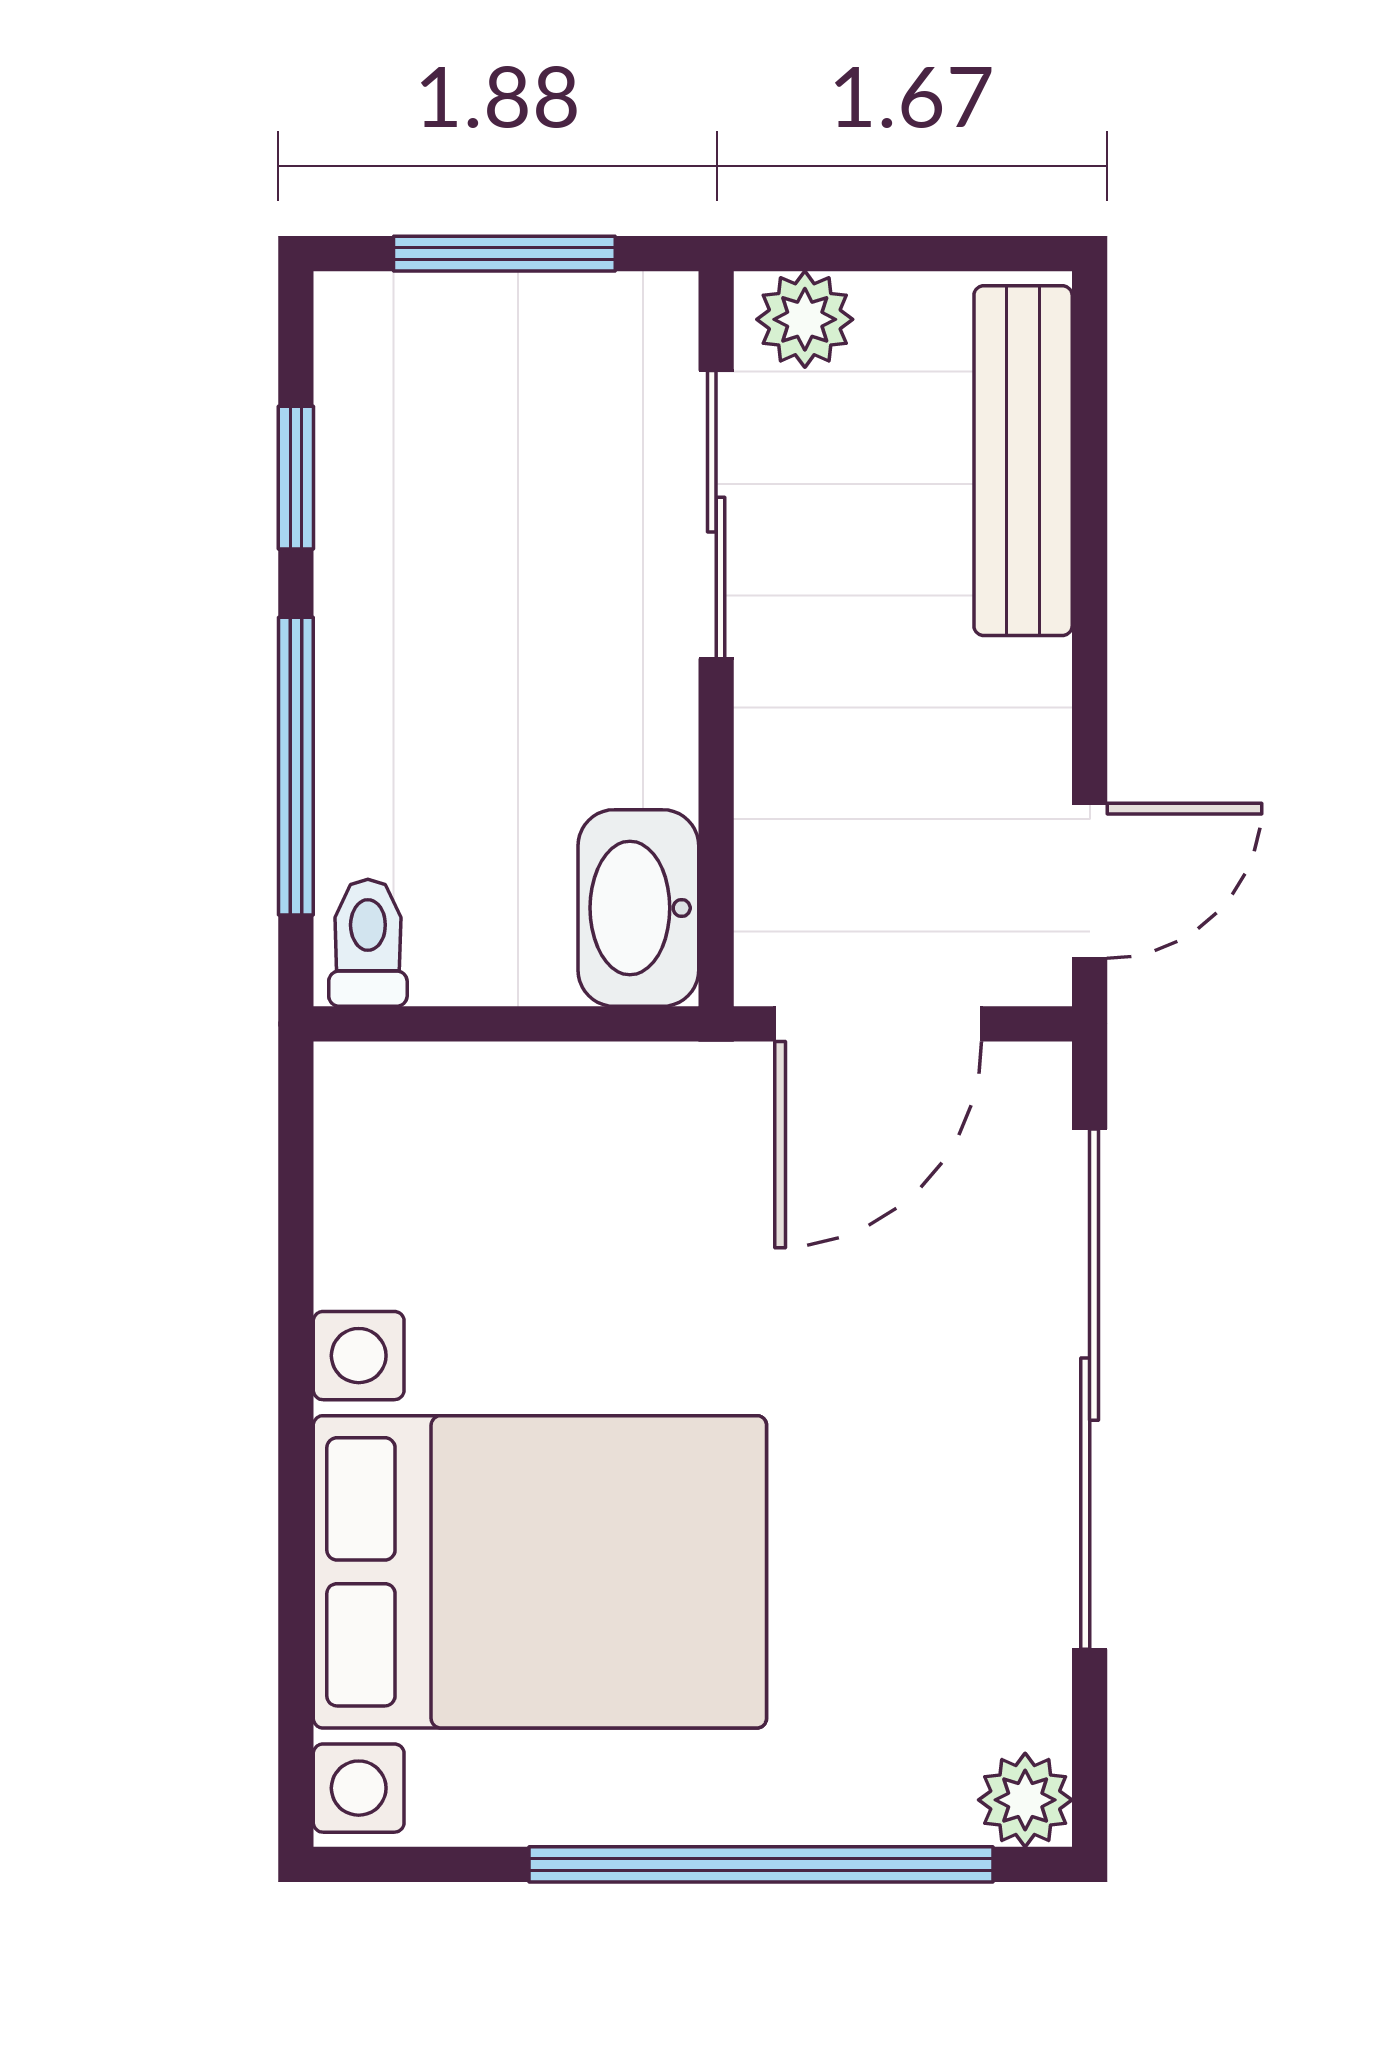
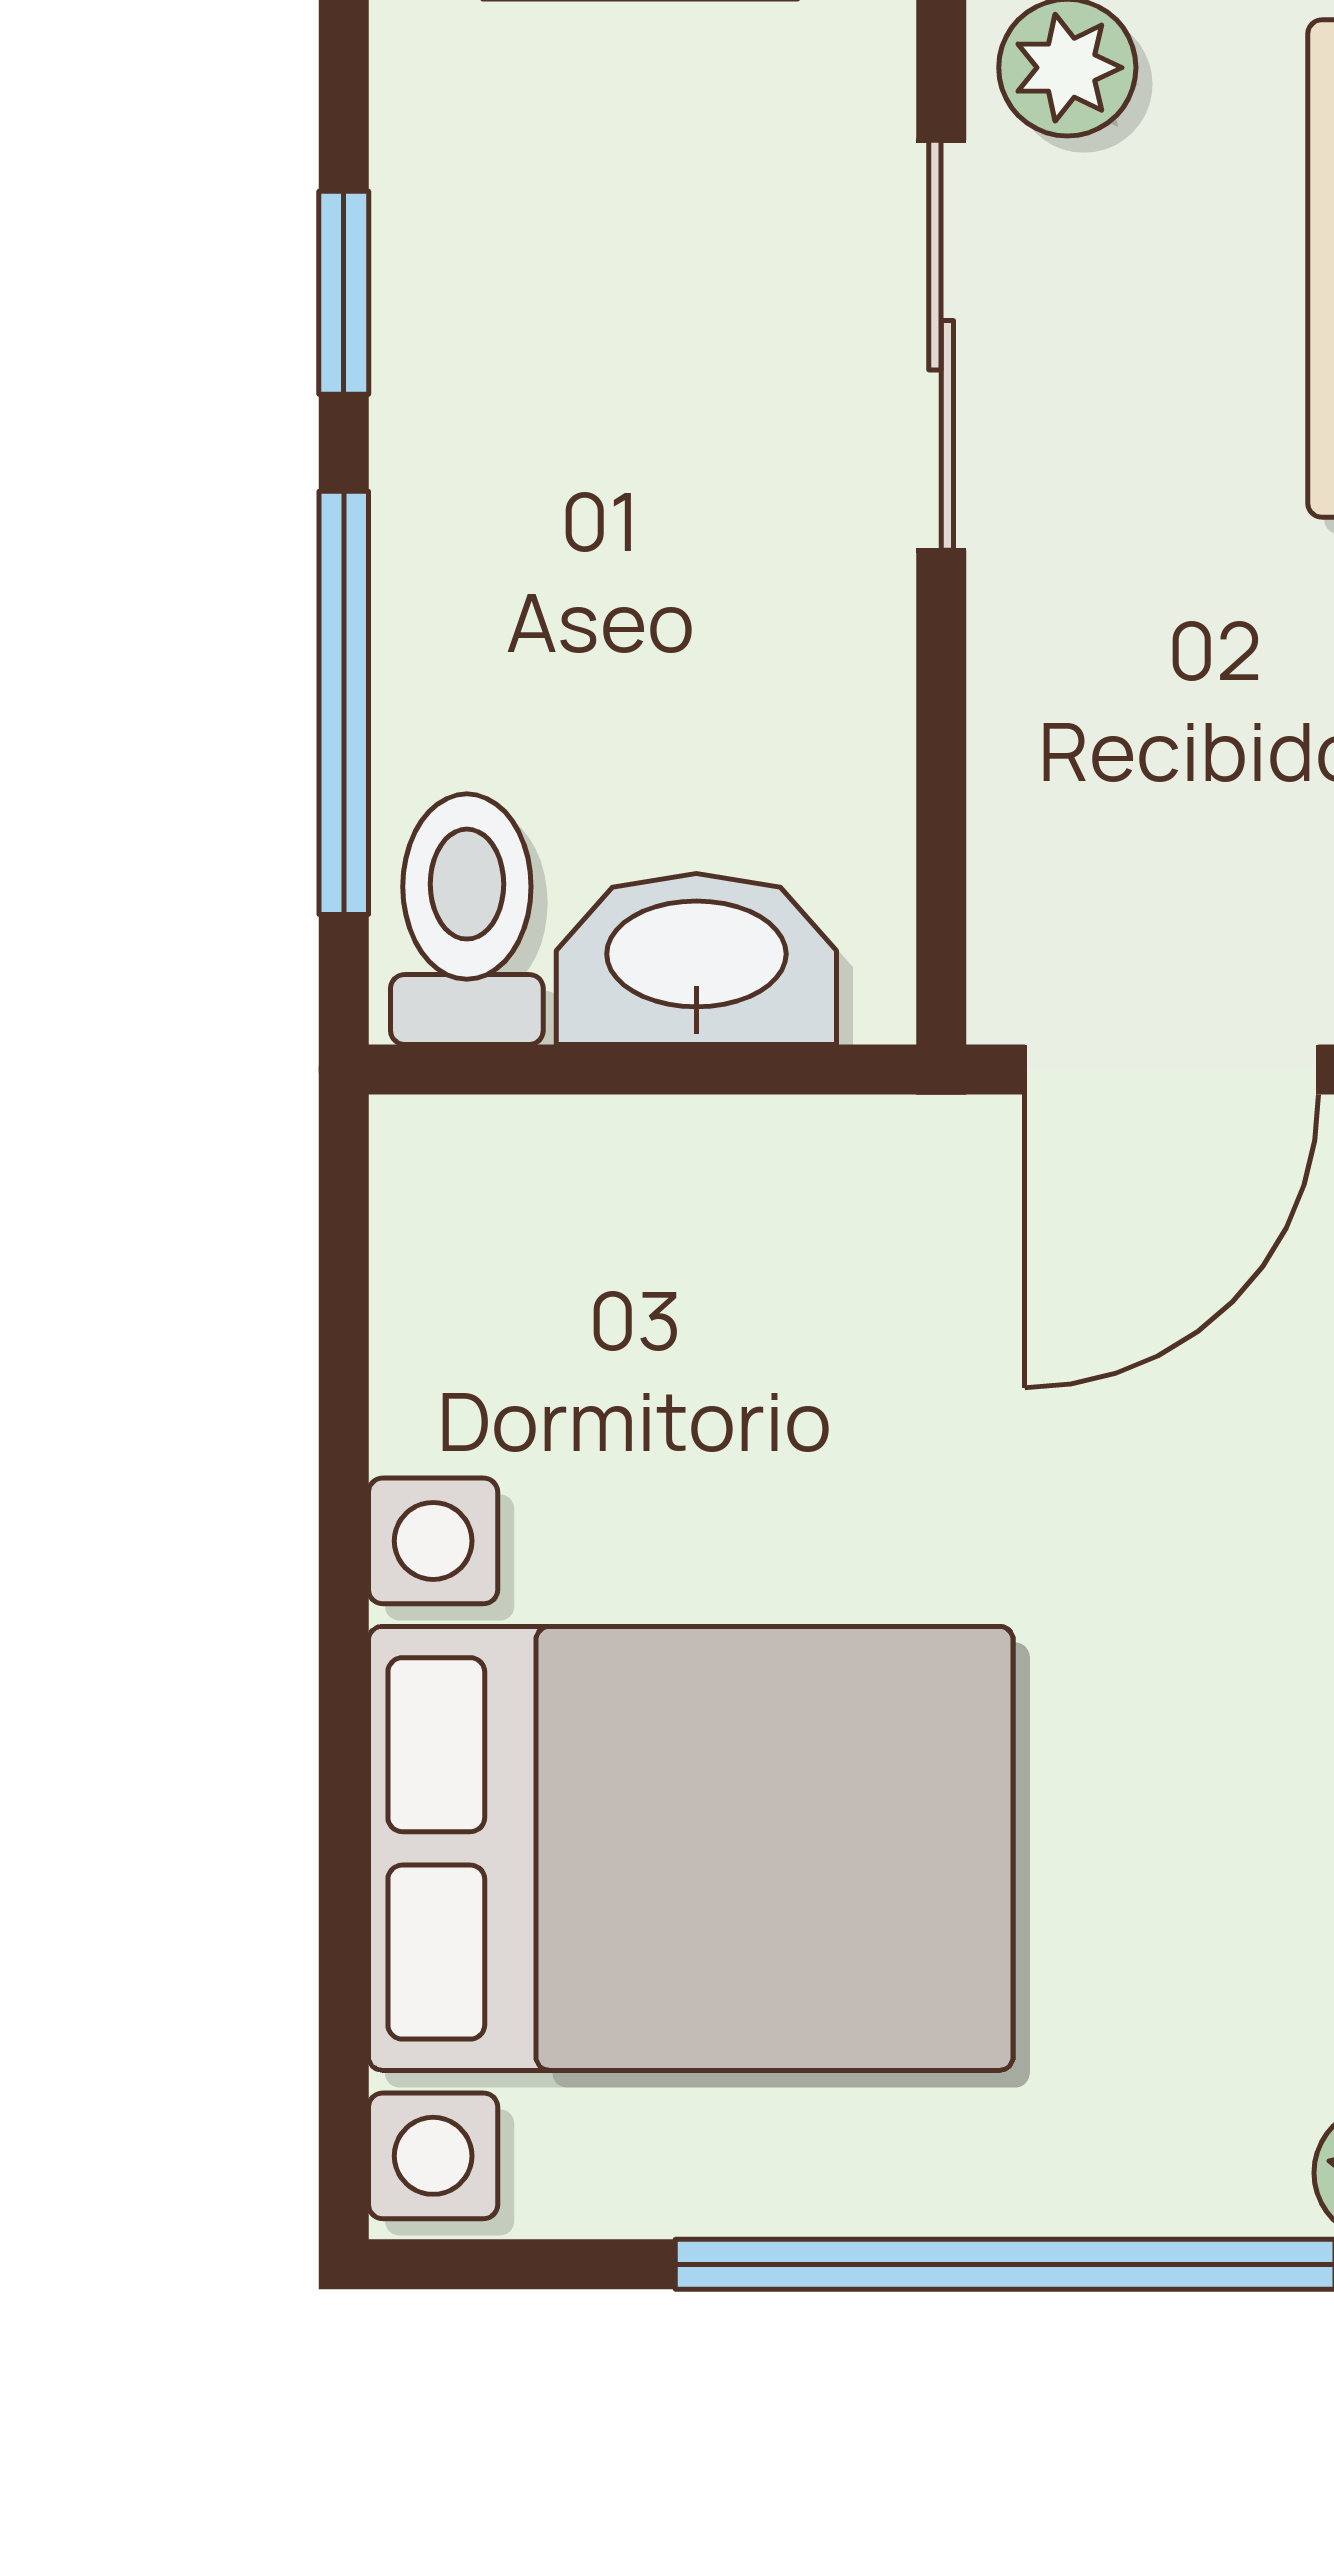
washbasin: (638, 908) -> (696, 959), moved, turned 90
toilet: (368, 943) -> (467, 919), width x1.37, depth x1.39

